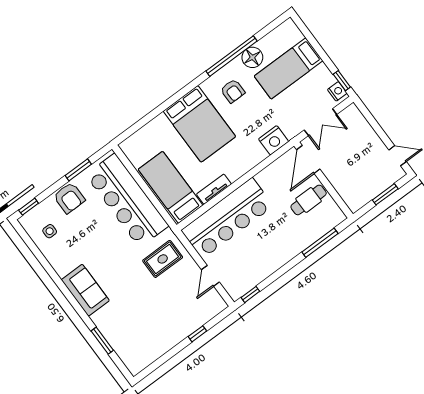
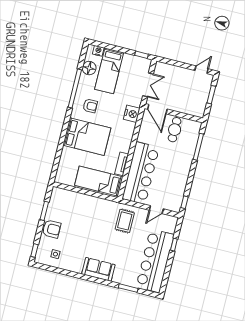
floor lamp: (252, 57) -> (89, 68), moved
nightstand: (337, 91) -> (98, 51), moved
bar counter: (127, 200) -> (155, 261), moved, turned 90
door: (210, 276) -> (156, 210), hinge flipped

